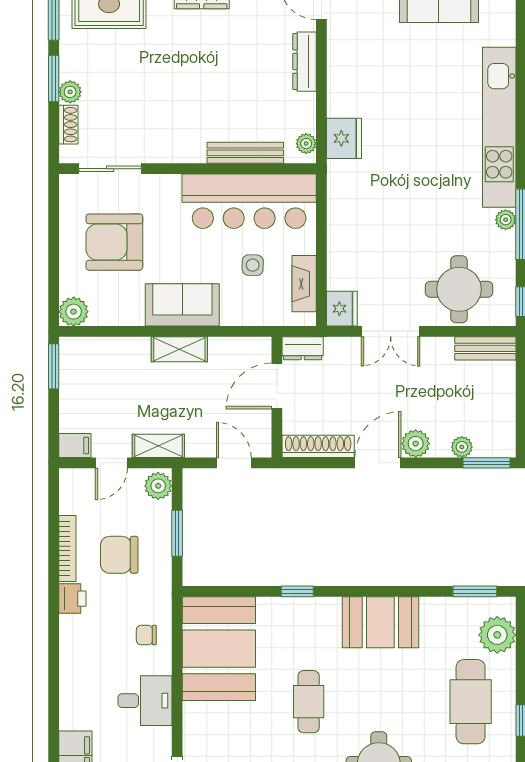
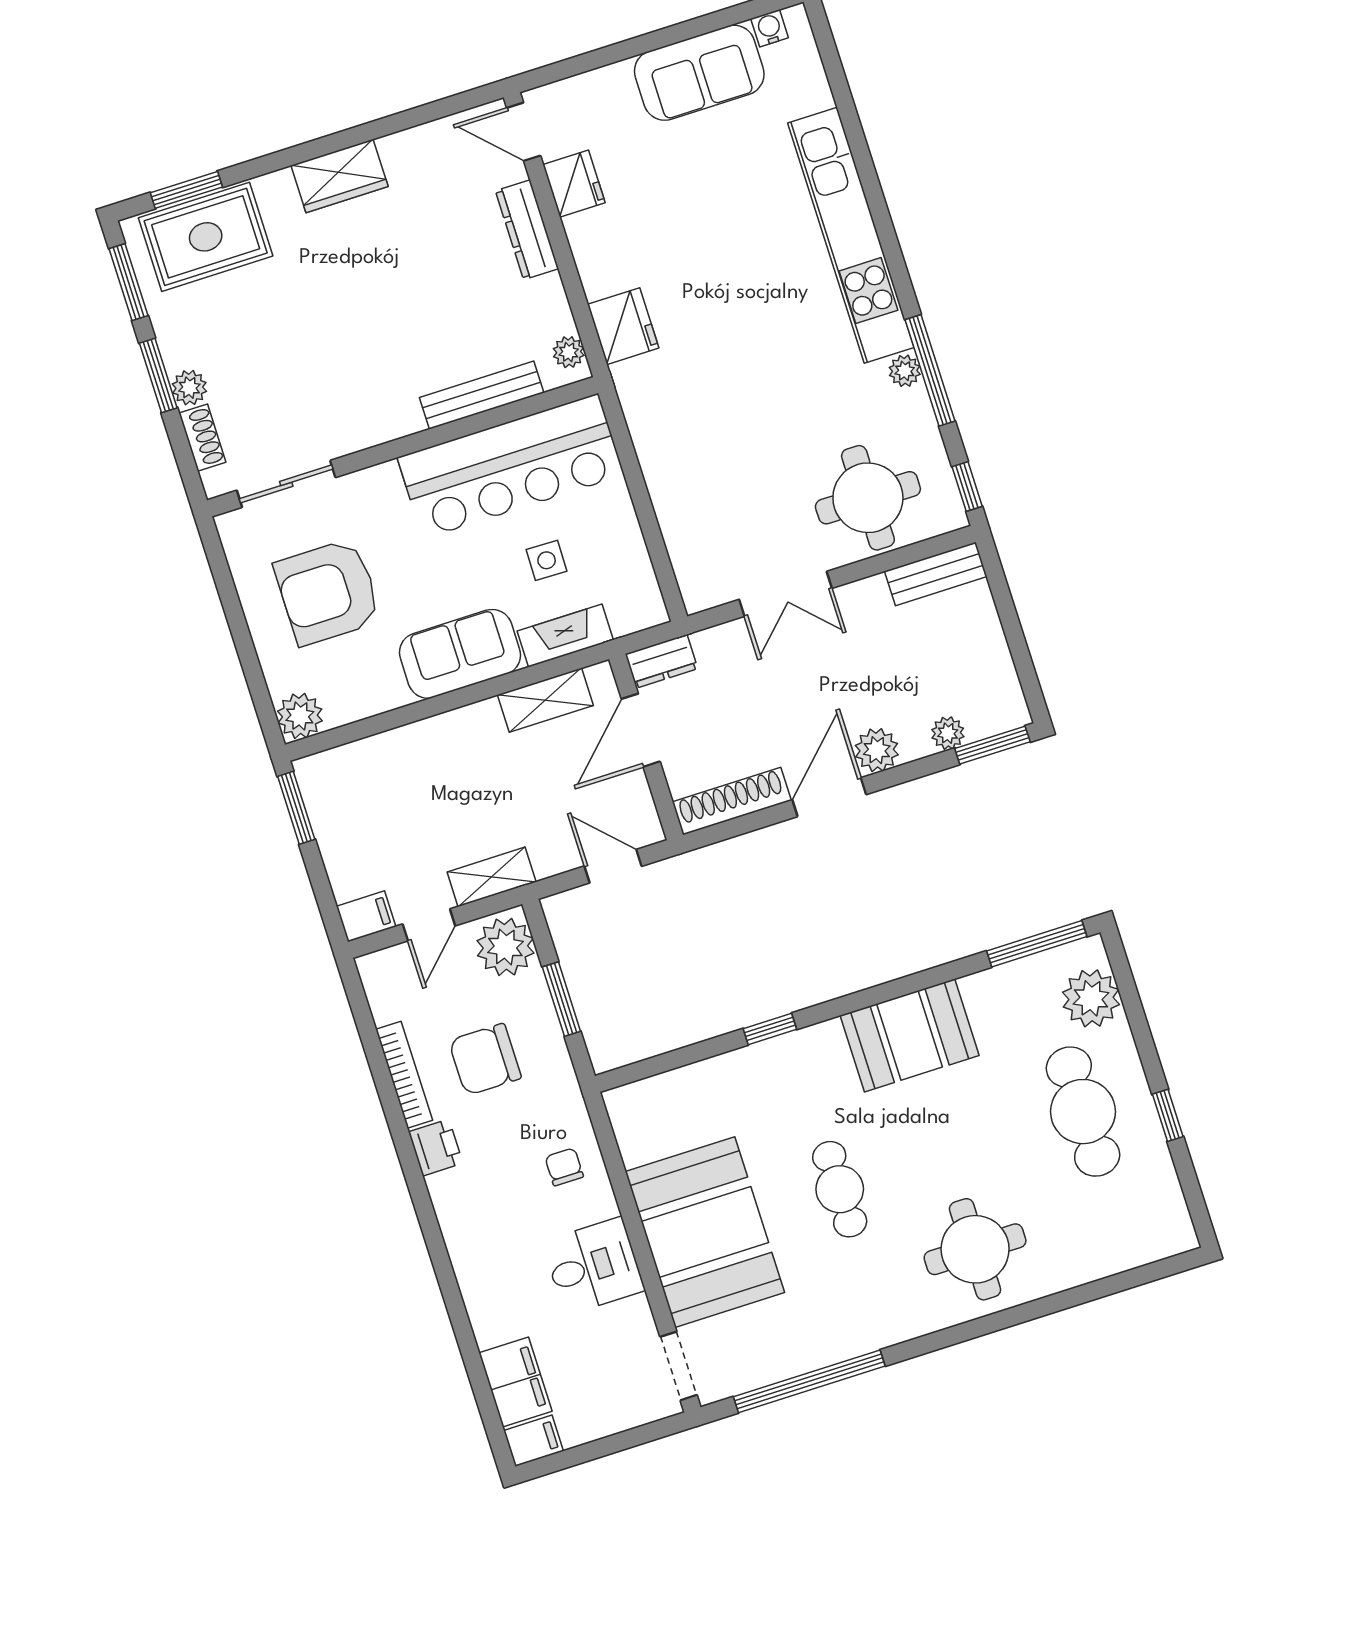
fireplace: (304, 284) -> (565, 636), moved, turned 90
fridge: (342, 309) -> (574, 184), moved
shelving: (179, 349) -> (545, 700), moved
plant: (158, 486) -> (505, 947), width x1.36, depth x1.36
window: (475, 591) -> (1037, 944), width x1.44
chair: (146, 635) -> (564, 1167), turned 90
booth: (219, 649) -> (705, 1232), moved

